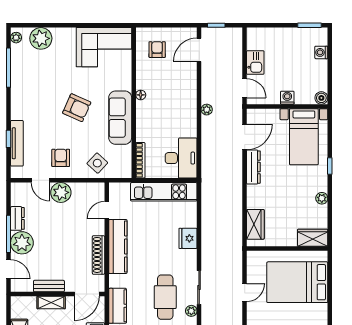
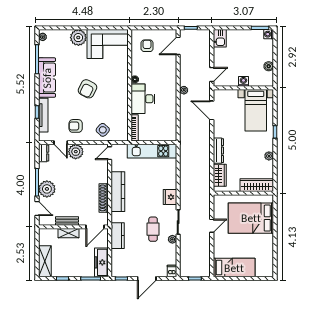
plant: (41, 38) -> (78, 38), moved
washing machine: (321, 52) -> (269, 34), moved
kitchen sink: (255, 62) -> (220, 38), moved
door: (245, 88) -> (212, 75), hinge flipped
boiler: (321, 98) -> (269, 66), moved
armchair: (77, 108) -> (87, 89), turned 93
sofa: (120, 118) -> (47, 78), moved, turned 180
door: (245, 137) -> (212, 110), swing flipped
armchair: (61, 158) -> (76, 126), turned -90
desk: (181, 158) -> (143, 99), moved, turned 180
dresser: (253, 167) -> (218, 151), moved
door: (107, 210) -> (110, 153), moved
dresser: (17, 218) -> (44, 153), moved
fridge: (188, 238) -> (170, 197), moved
wardrobe: (313, 238) -> (257, 185), width x1.50
cafe table: (165, 297) -> (153, 229), width x0.73, depth x0.74

